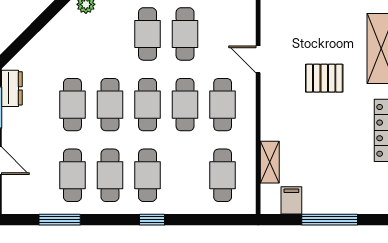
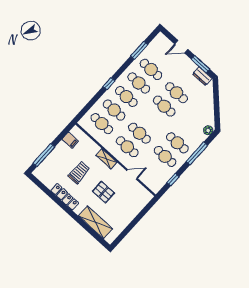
pallet: (324, 78) -> (103, 192), turned 90
cafe table: (148, 105) -> (114, 110), moved
trolley: (328, 142) -> (79, 172), added
shelving: (270, 162) -> (106, 159), moved
window: (330, 220) -> (44, 155), moved

